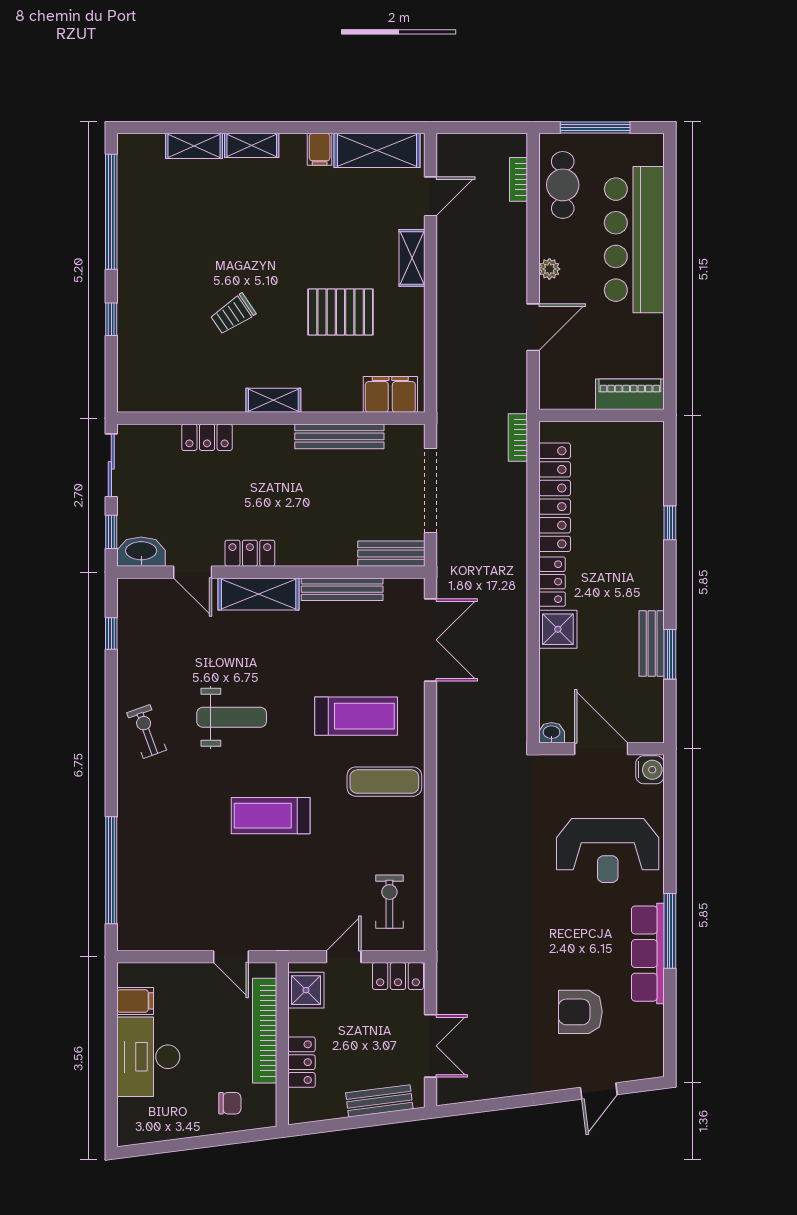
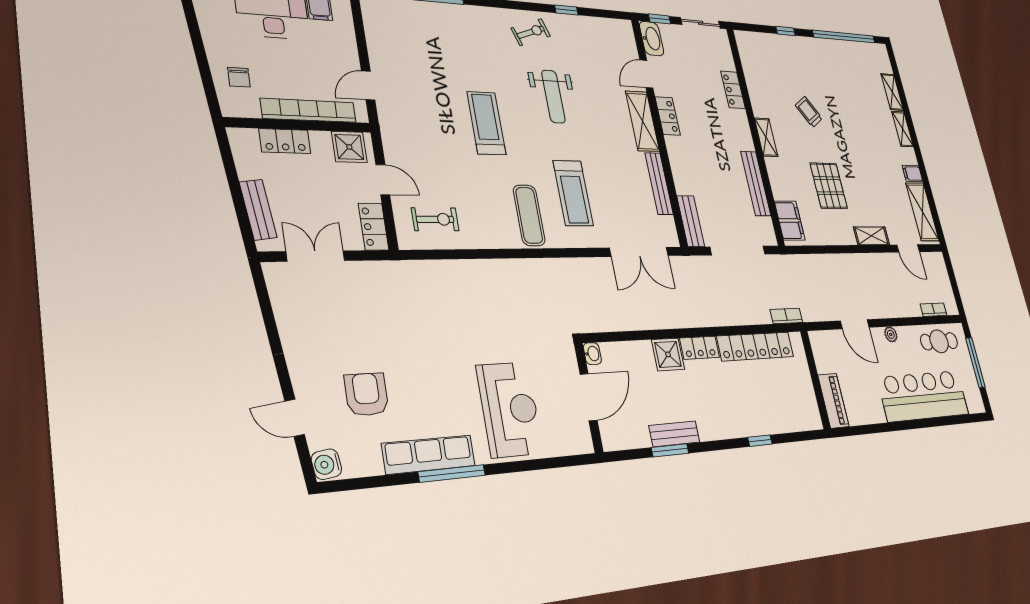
window: (111, 634) -> (566, 10), moved
water cooler: (650, 770) -> (326, 464), moved, turned 83
reception desk: (608, 851) -> (510, 409), turned 180
double door: (430, 1046) -> (315, 256), swing flipped

